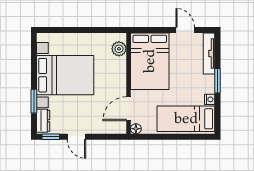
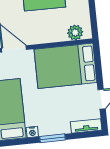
tv unit: (209, 54) -> (86, 126), width x0.71

